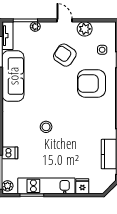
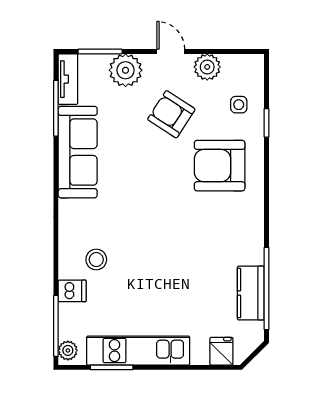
plant: (35, 26) -> (126, 70), width x1.88, depth x1.88
stool: (46, 127) -> (96, 260), moved
fridge: (82, 186) -> (221, 351), moved

